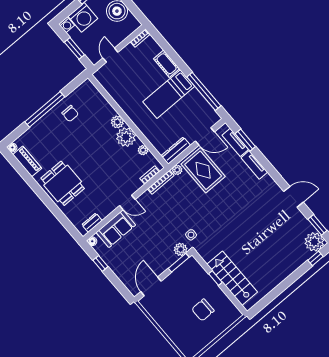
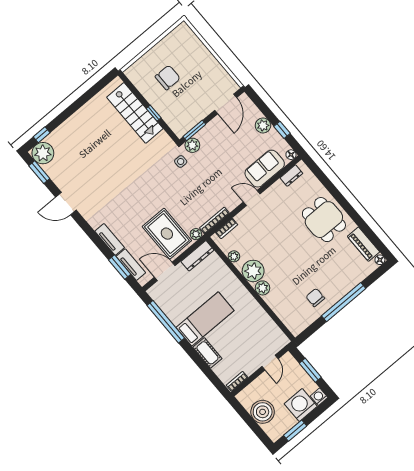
plant: (117, 267) -> (263, 125), added

